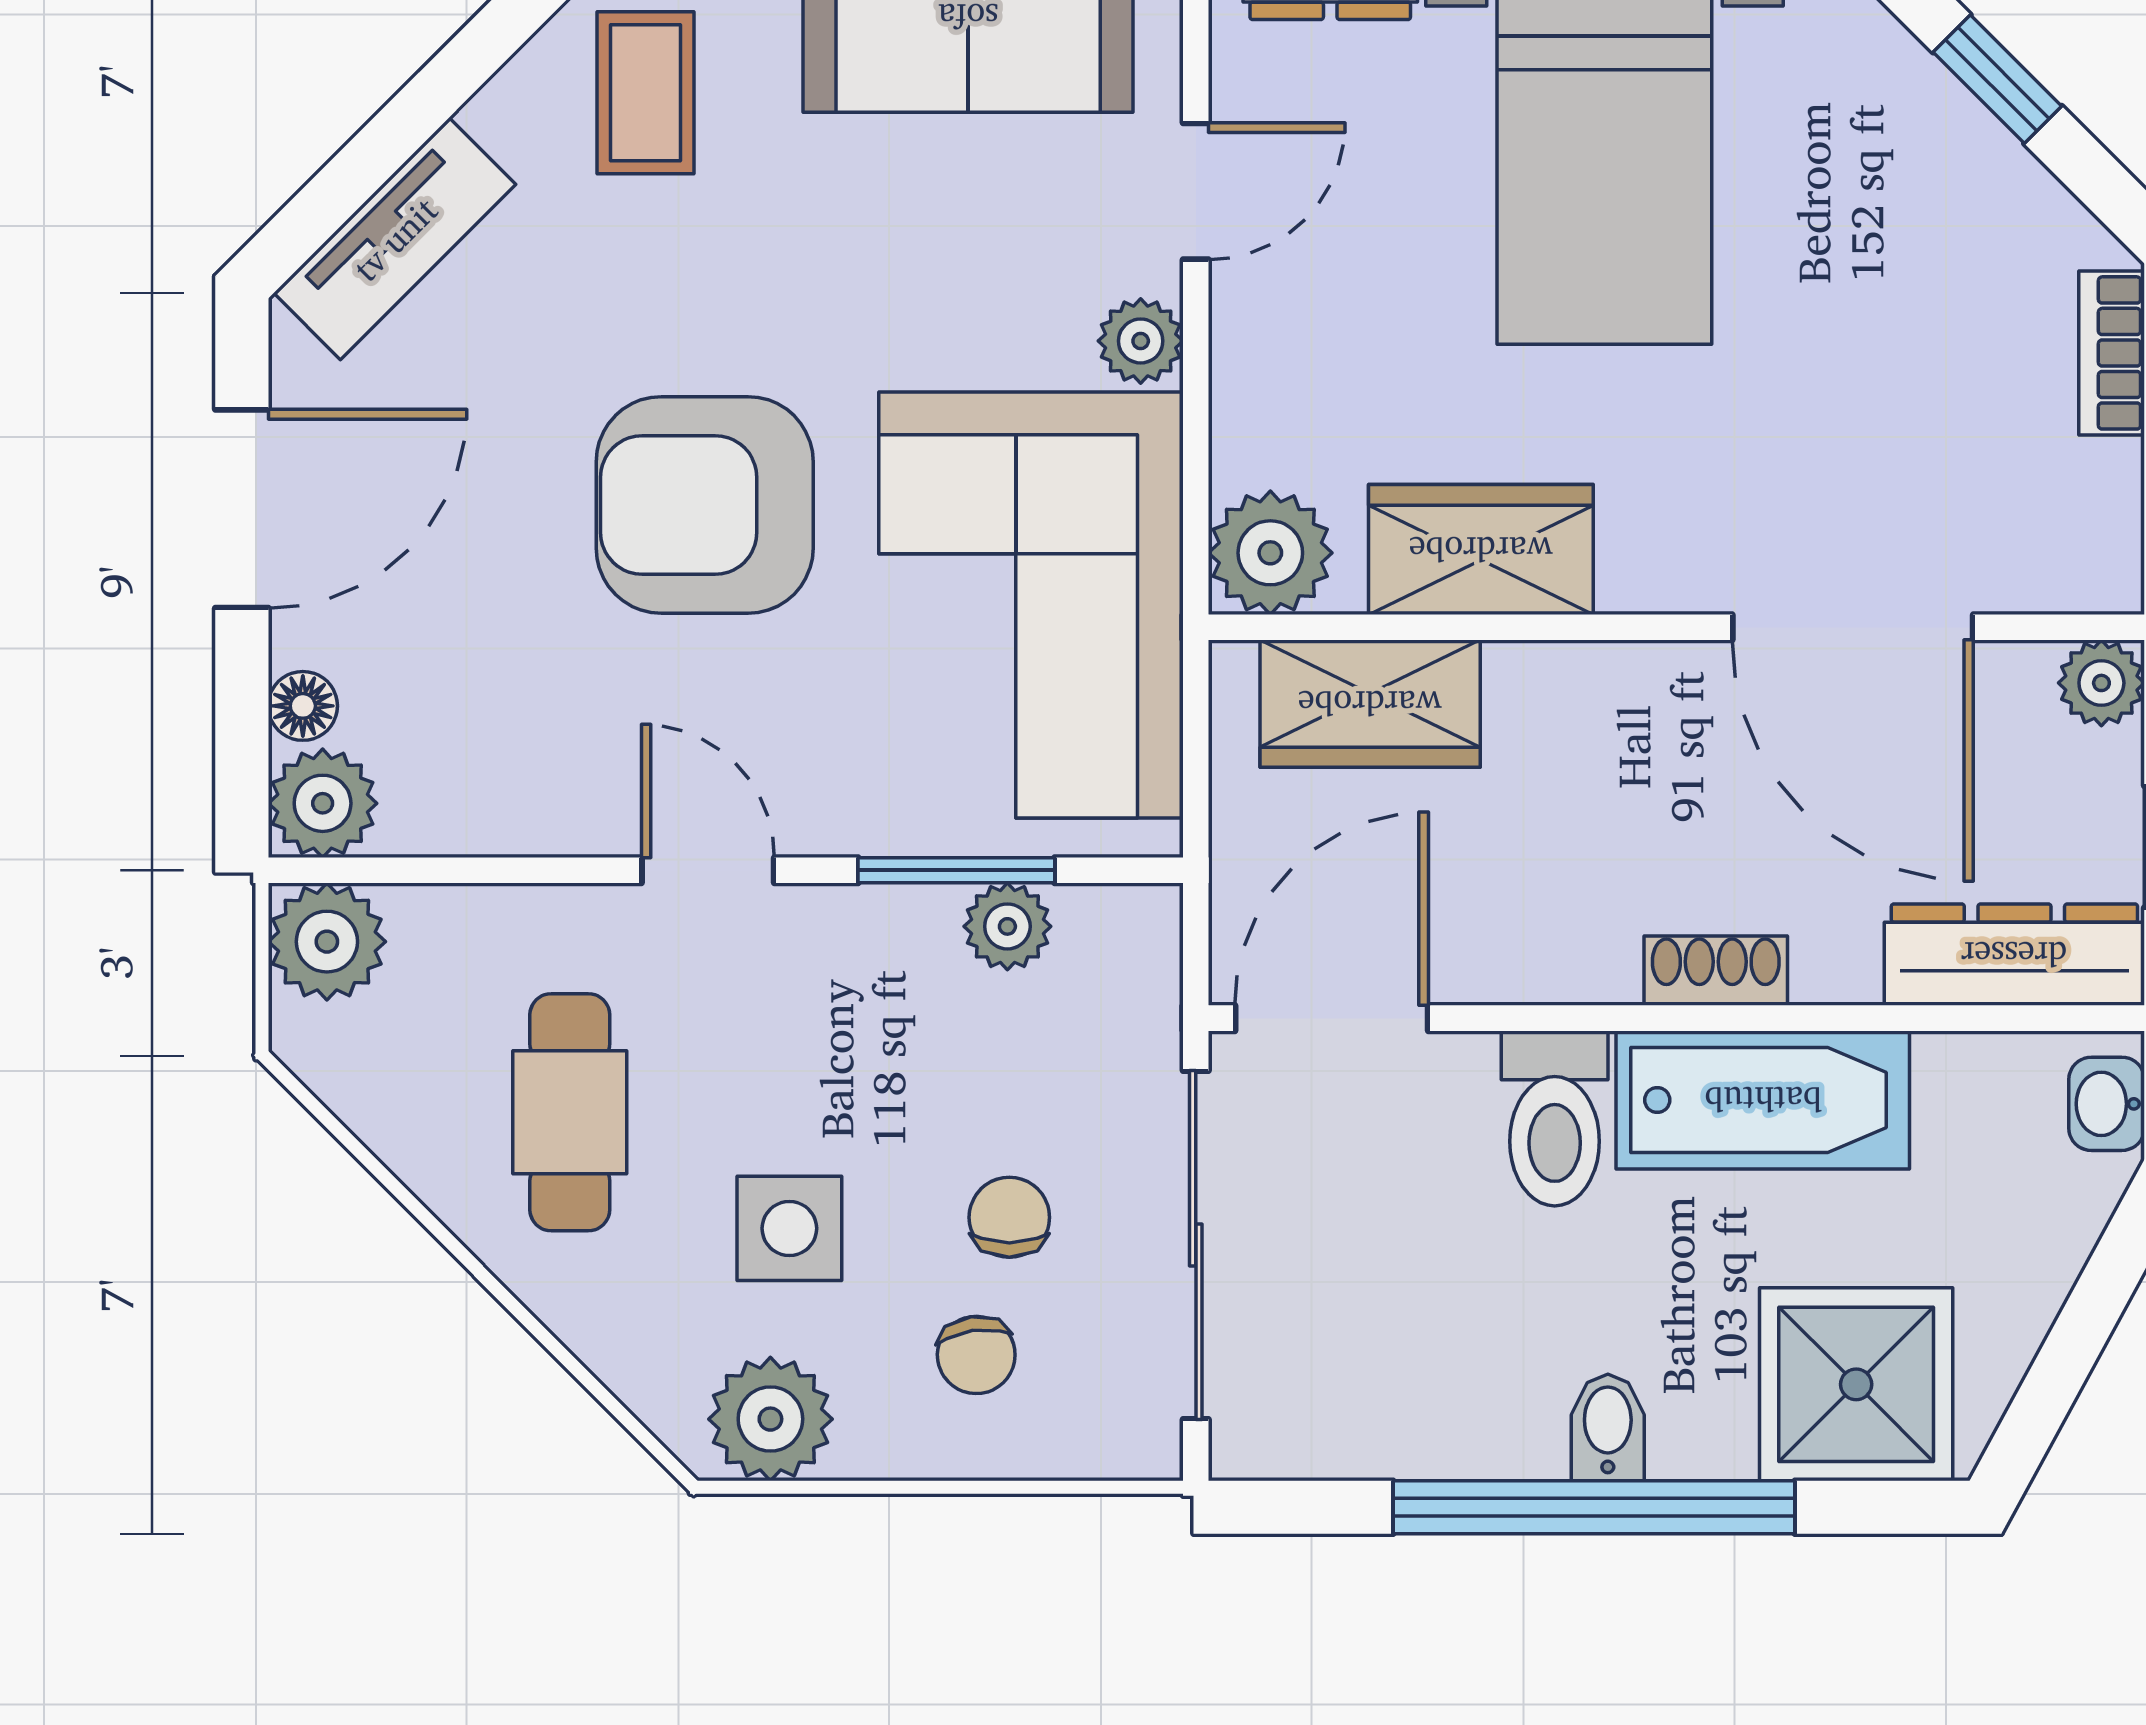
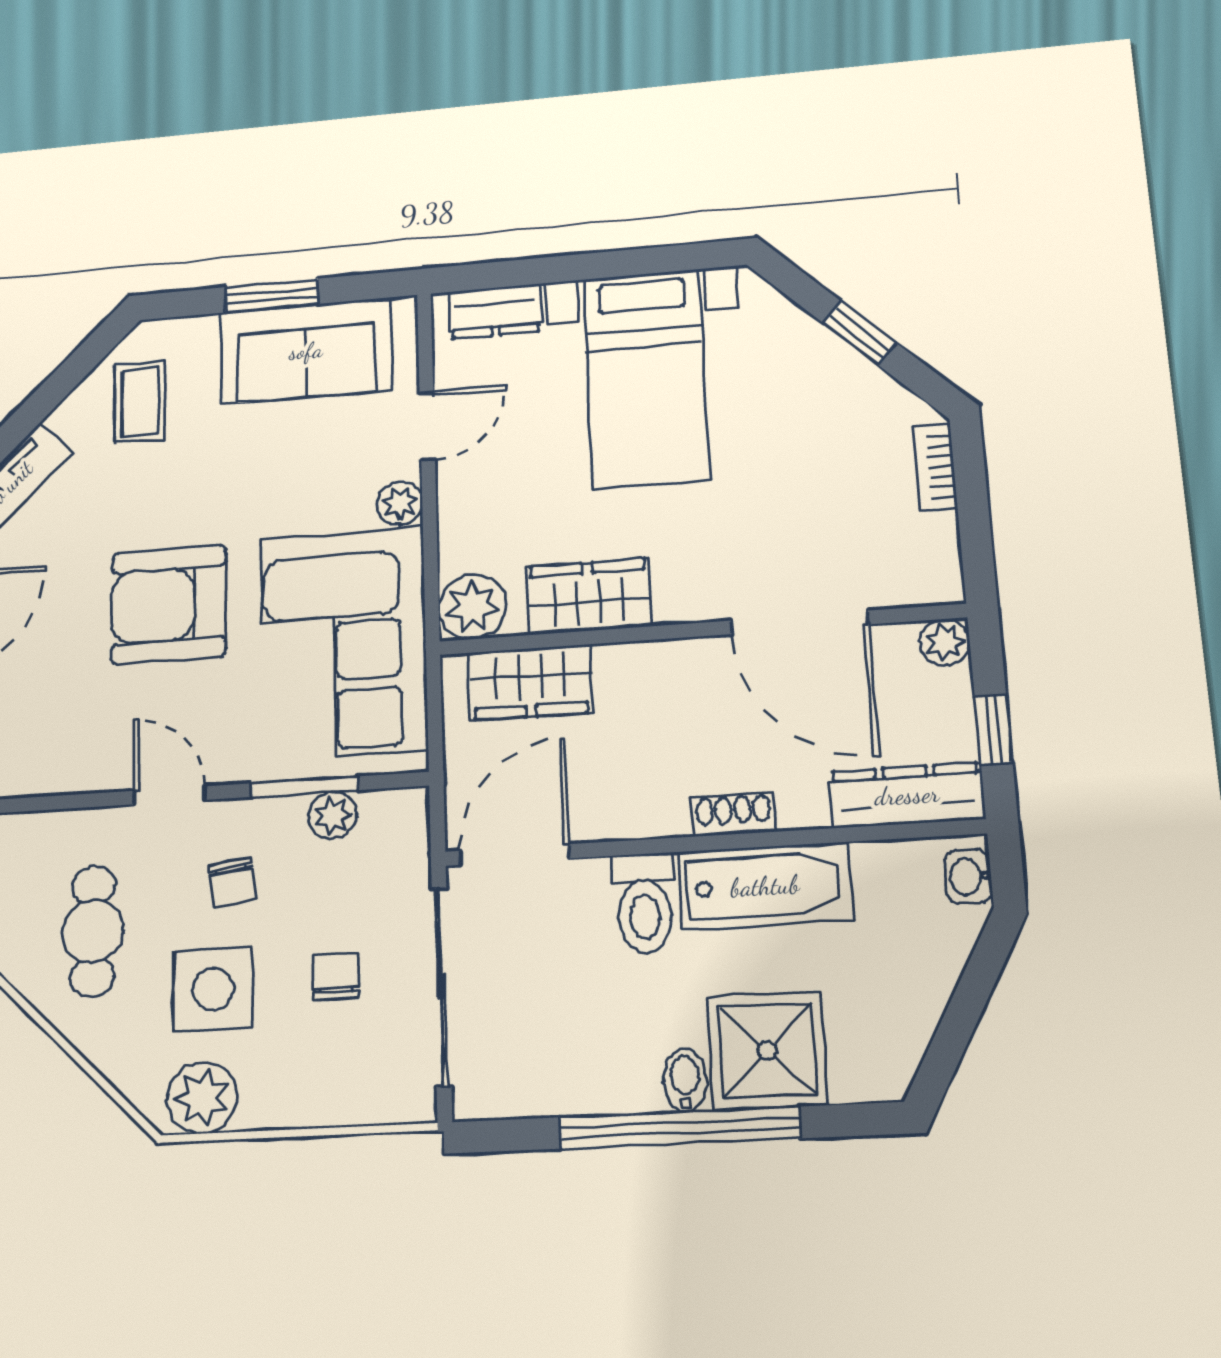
side table: (789, 1228) -> (213, 989), width x1.37, depth x1.37
chair: (976, 1355) -> (233, 882), moved
shower: (1856, 1384) -> (767, 1051), moved

